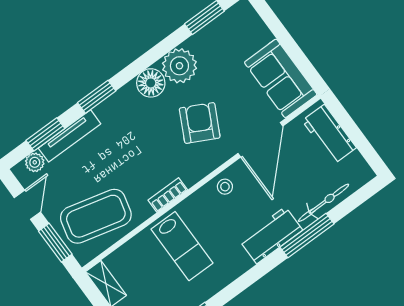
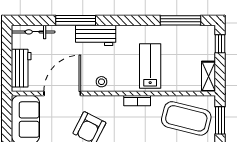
bicycle: (324, 203) -> (33, 32), moved

